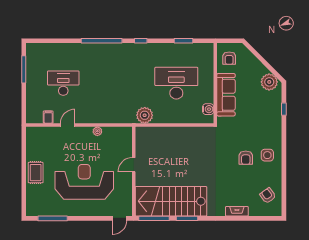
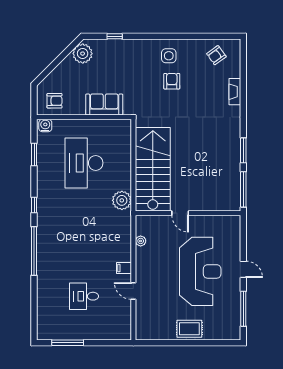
desk: (63, 83) -> (84, 296), width x0.73
sofa: (226, 95) -> (104, 104), width x0.73
water cooler: (208, 109) -> (45, 126), moved
filing cabinet: (48, 117) -> (124, 268), moved
plant: (97, 131) -> (141, 241), moved
armchair: (246, 158) -> (172, 81), turned -90
reception desk: (84, 182) -> (200, 271), turned 180
stairs: (171, 201) -> (153, 169), moved, turned 180
door: (120, 218) -> (243, 269), moved

